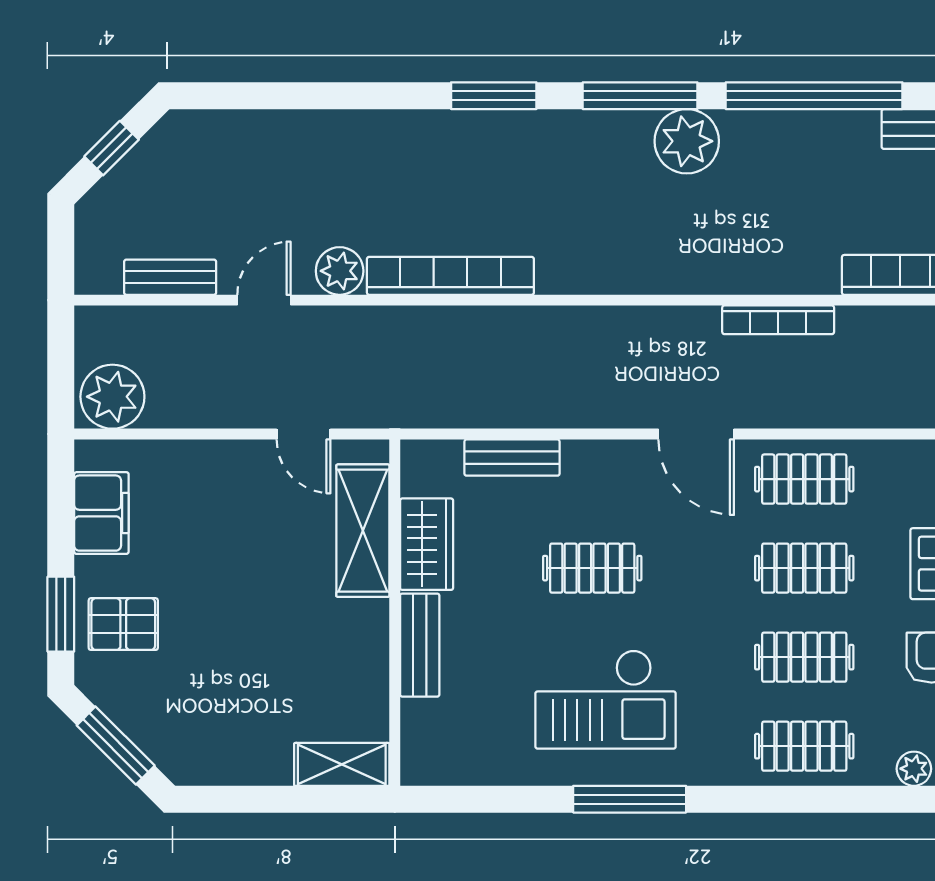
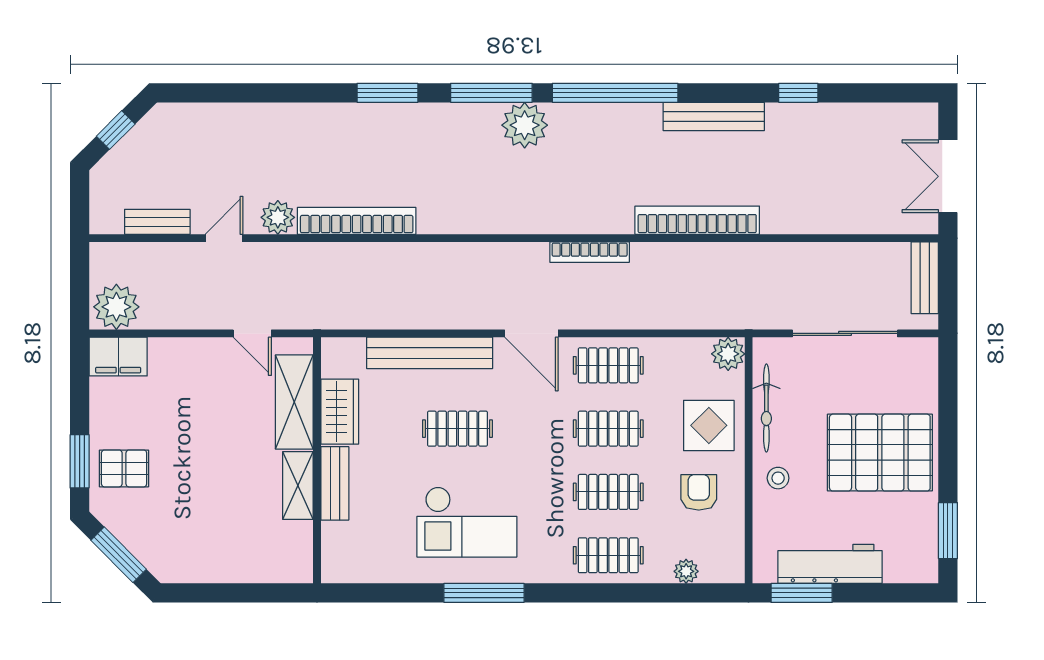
bench: (512, 458) -> (430, 353), width x1.86, depth x1.21
filing cabinet: (101, 513) -> (118, 357), moved, turned 90
shelving: (342, 764) -> (298, 486), moved, turned 90

